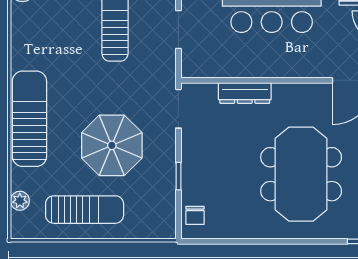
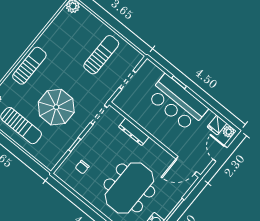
sun lounger: (29, 119) -> (29, 66), width x0.73, depth x0.75
chair: (195, 215) -> (82, 167), moved

